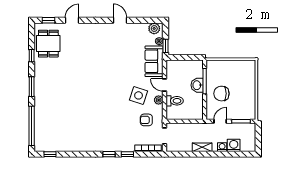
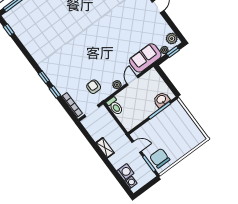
window: (166, 46) -> (173, 52), moved
washbasin: (197, 85) -> (161, 100), moved
chair: (221, 94) -> (160, 158), moved
side table: (139, 95) -> (109, 66), removed
toilet: (175, 101) -> (115, 106), moved
washing machine: (222, 147) -> (131, 182), moved

